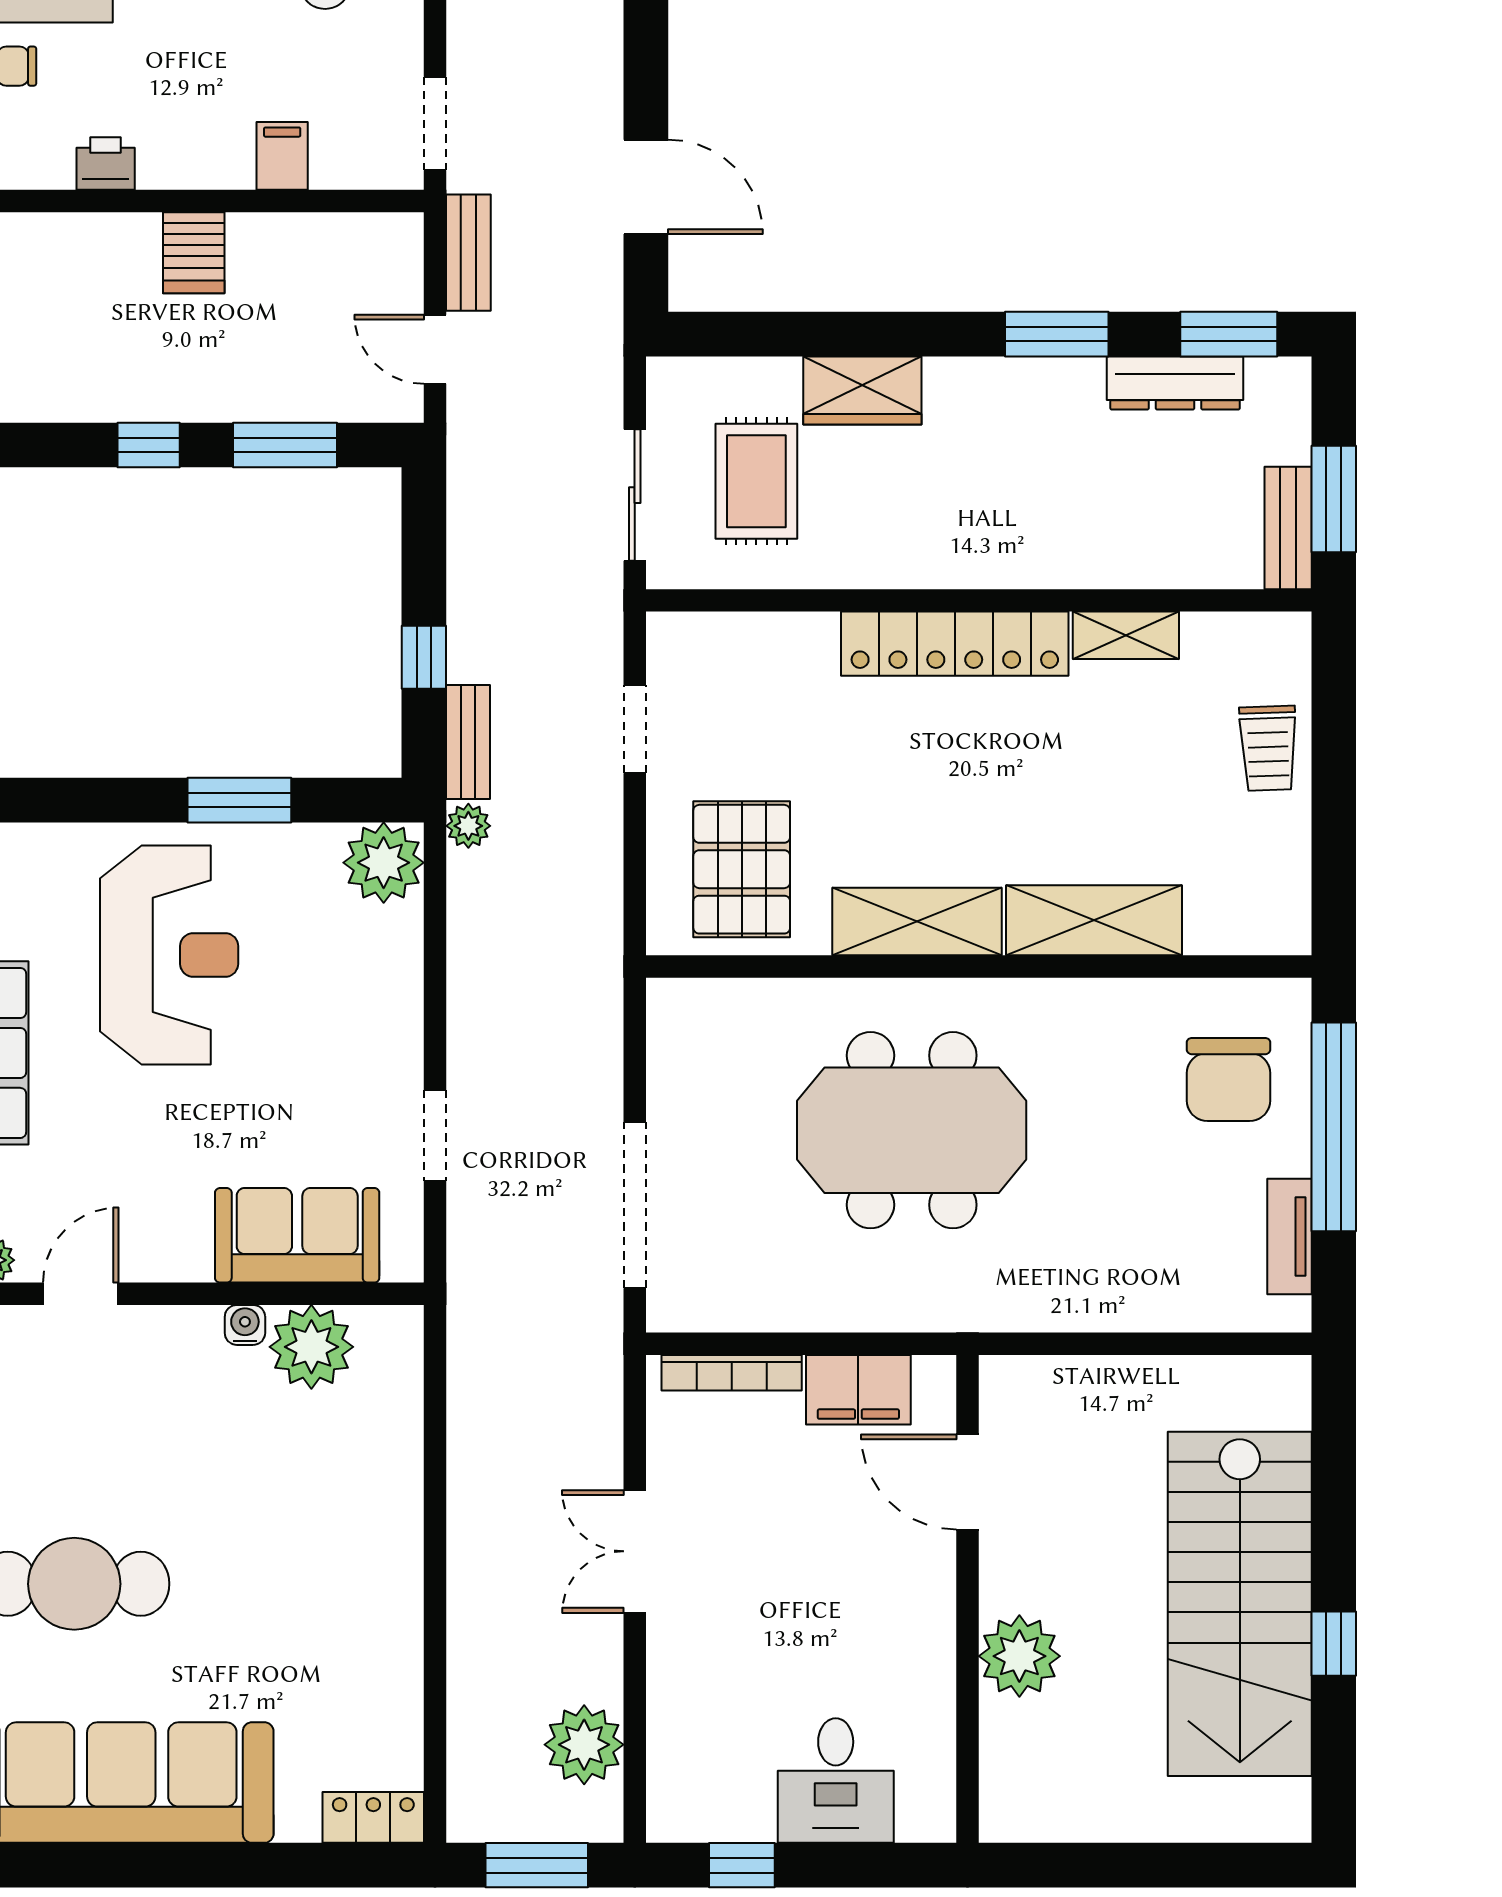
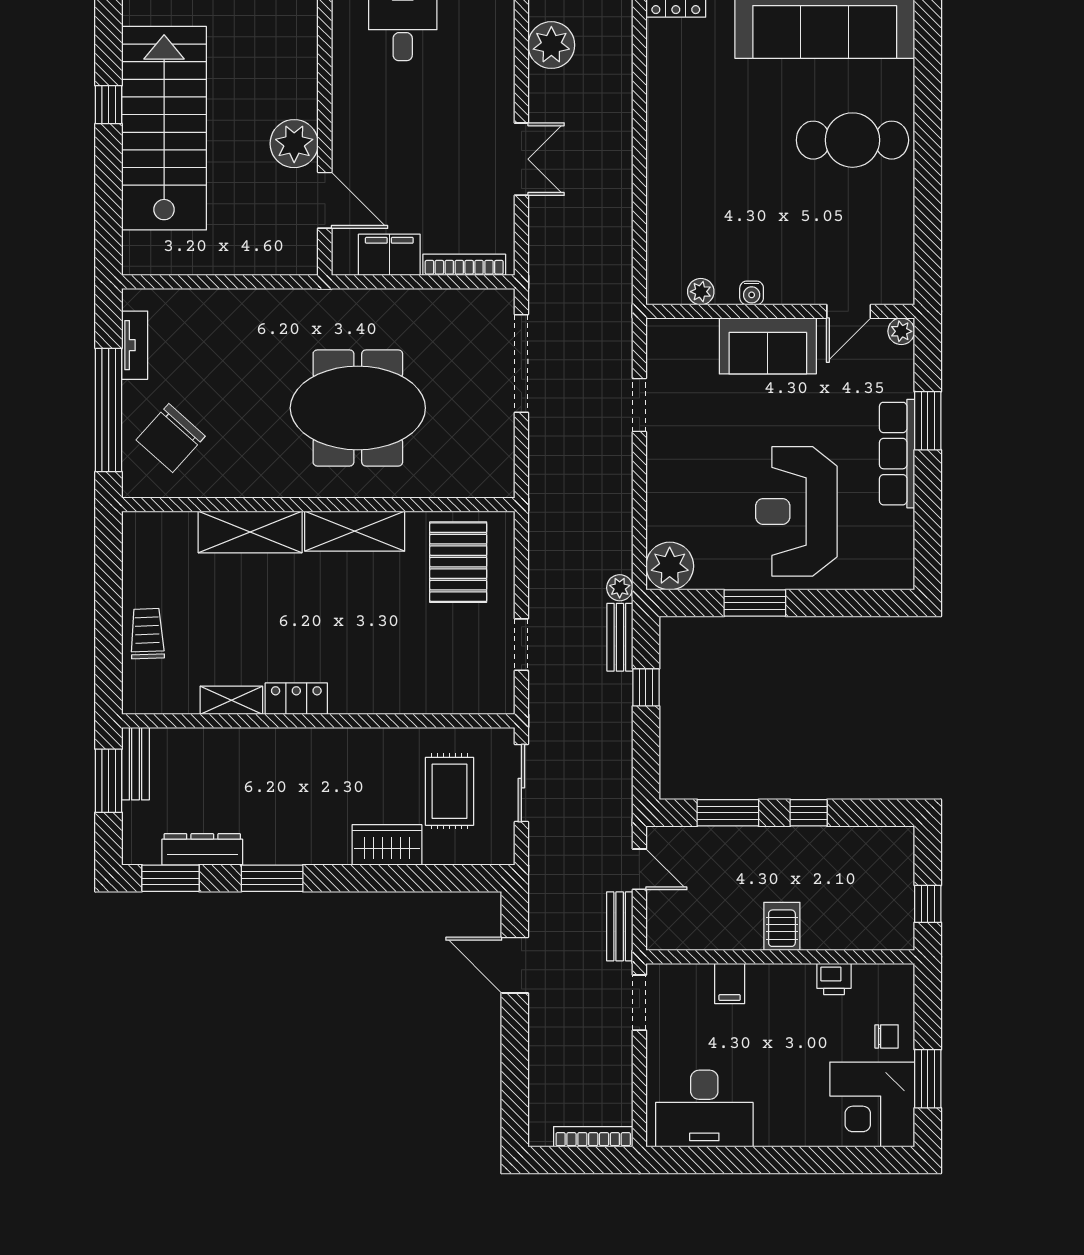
locker: (955, 644) -> (296, 699), width x0.46, depth x0.83
chair: (1228, 1079) -> (171, 438), turned -138
sofa: (297, 1235) -> (768, 346), moved
plant: (311, 1347) -> (701, 292), width x0.53, depth x0.53
plant: (1019, 1656) -> (294, 144), moved

